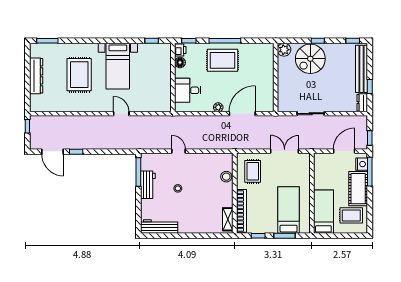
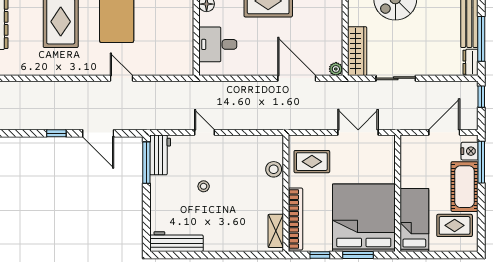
window: (370, 87) -> (481, 39), width x2.17
wardrobe: (284, 95) -> (357, 51), added
plant: (218, 107) -> (336, 69), moved
door: (242, 114) -> (297, 78), hinge flipped
window: (370, 138) -> (481, 97), moved
door: (53, 152) -> (98, 133), moved
rug: (253, 171) -> (312, 162), turned 90
workbench: (148, 185) -> (160, 155), moved
bed: (289, 210) -> (364, 218), width x2.04

